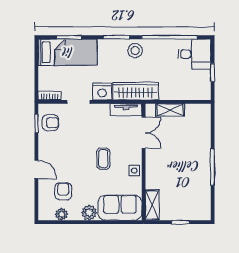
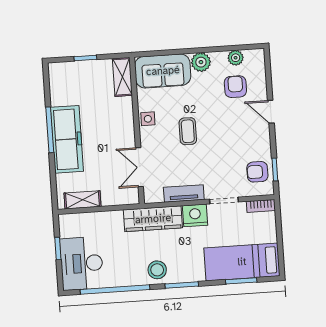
desk: (195, 54) -> (82, 263), width x1.37
tv unit: (126, 110) -> (184, 193), moved
shelving: (170, 110) -> (83, 200), moved
freezer: (199, 159) -> (67, 139), added
armchair: (63, 191) -> (235, 87), turned 180

